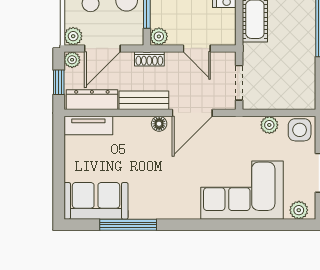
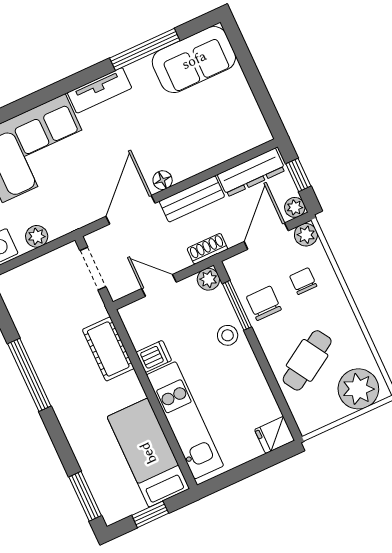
tv unit: (88, 125) -> (100, 90), moved, turned 180

